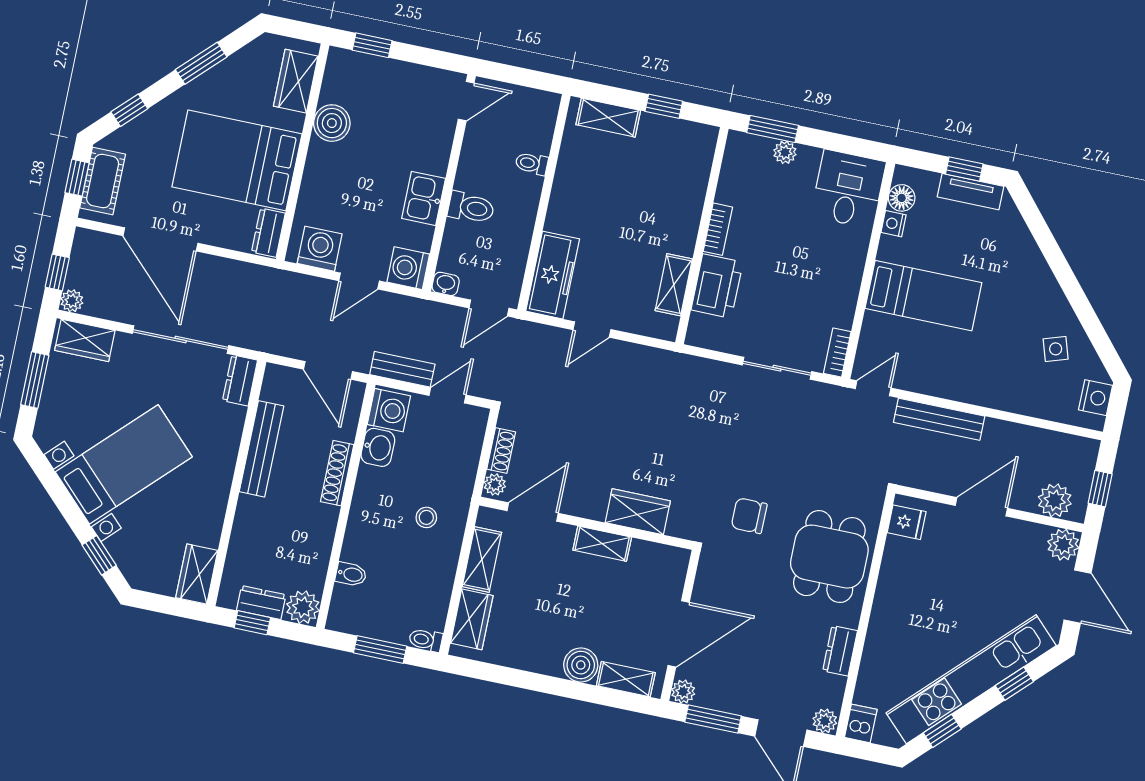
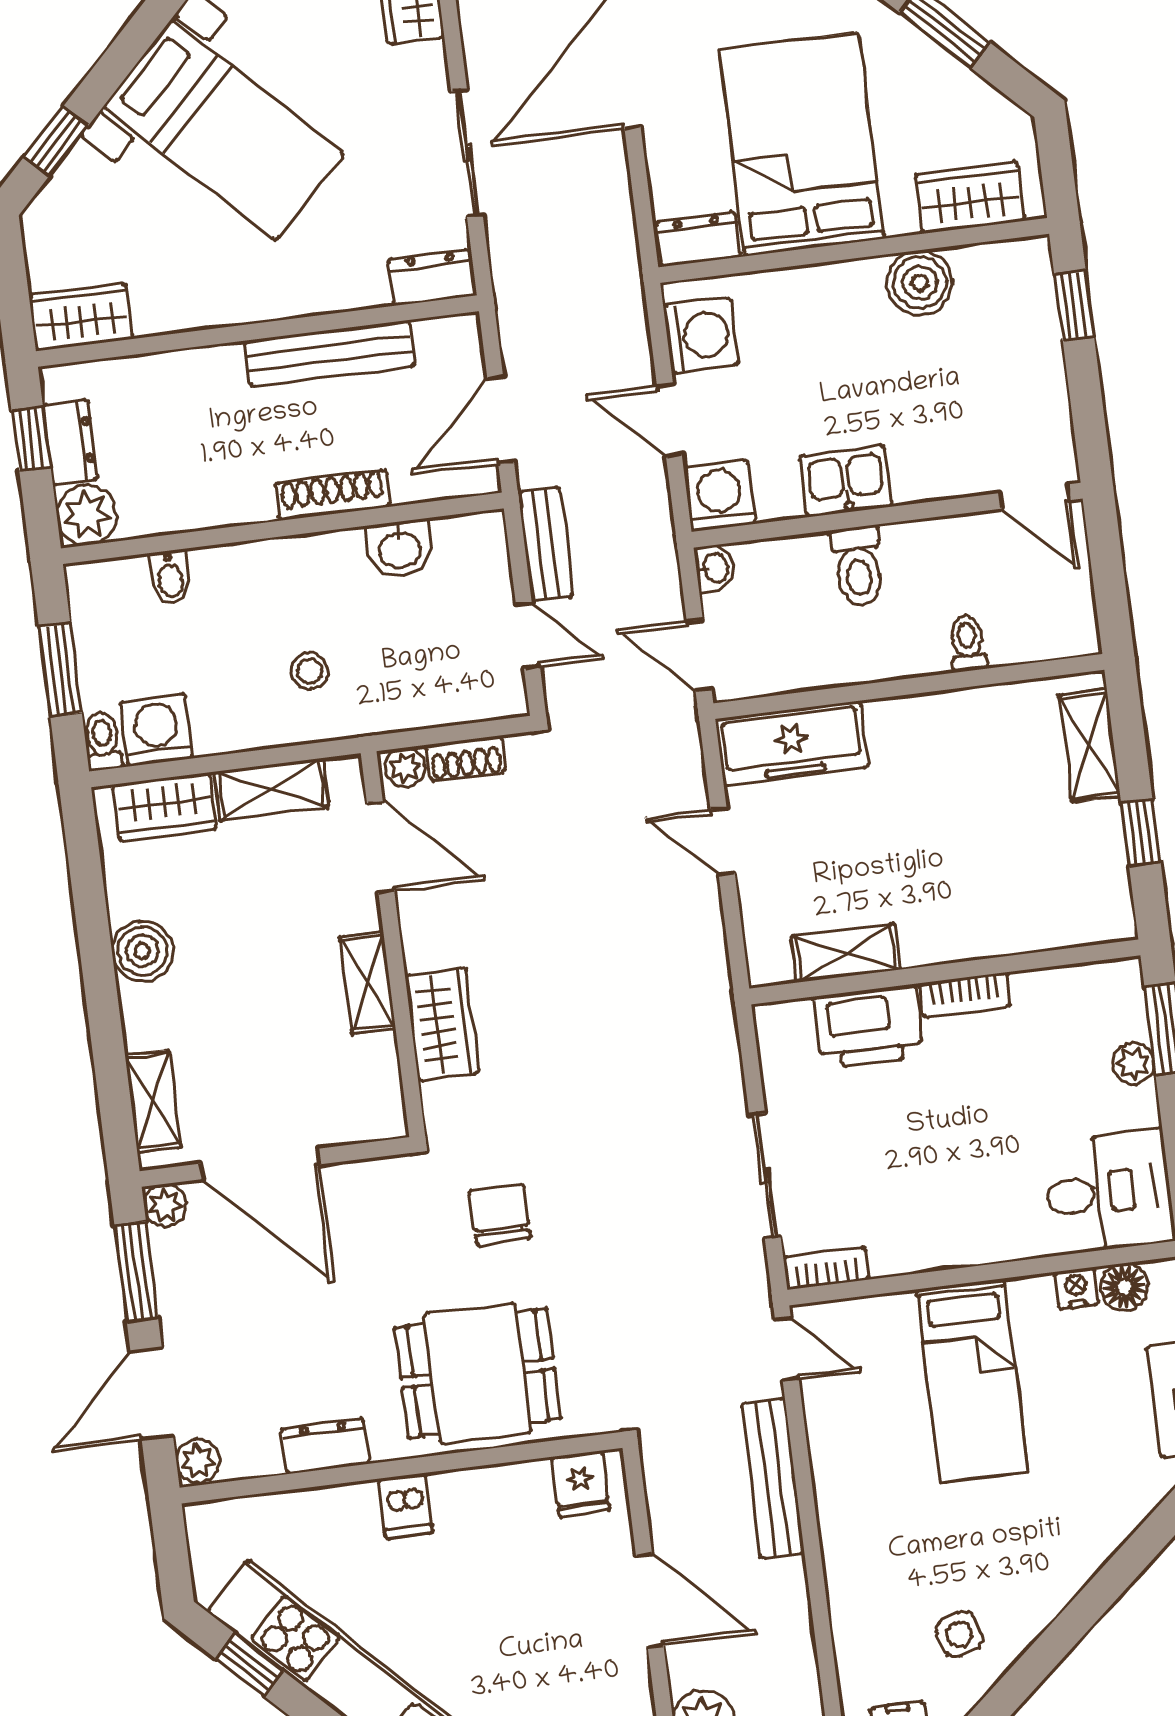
sliding door: (181, 340) -> (467, 153), width x0.73
washing machine: (389, 410) -> (156, 730), moved, turned 180
boiler: (581, 665) -> (142, 951), moved
dishwasher: (861, 723) -> (405, 1506), moved, turned 90

